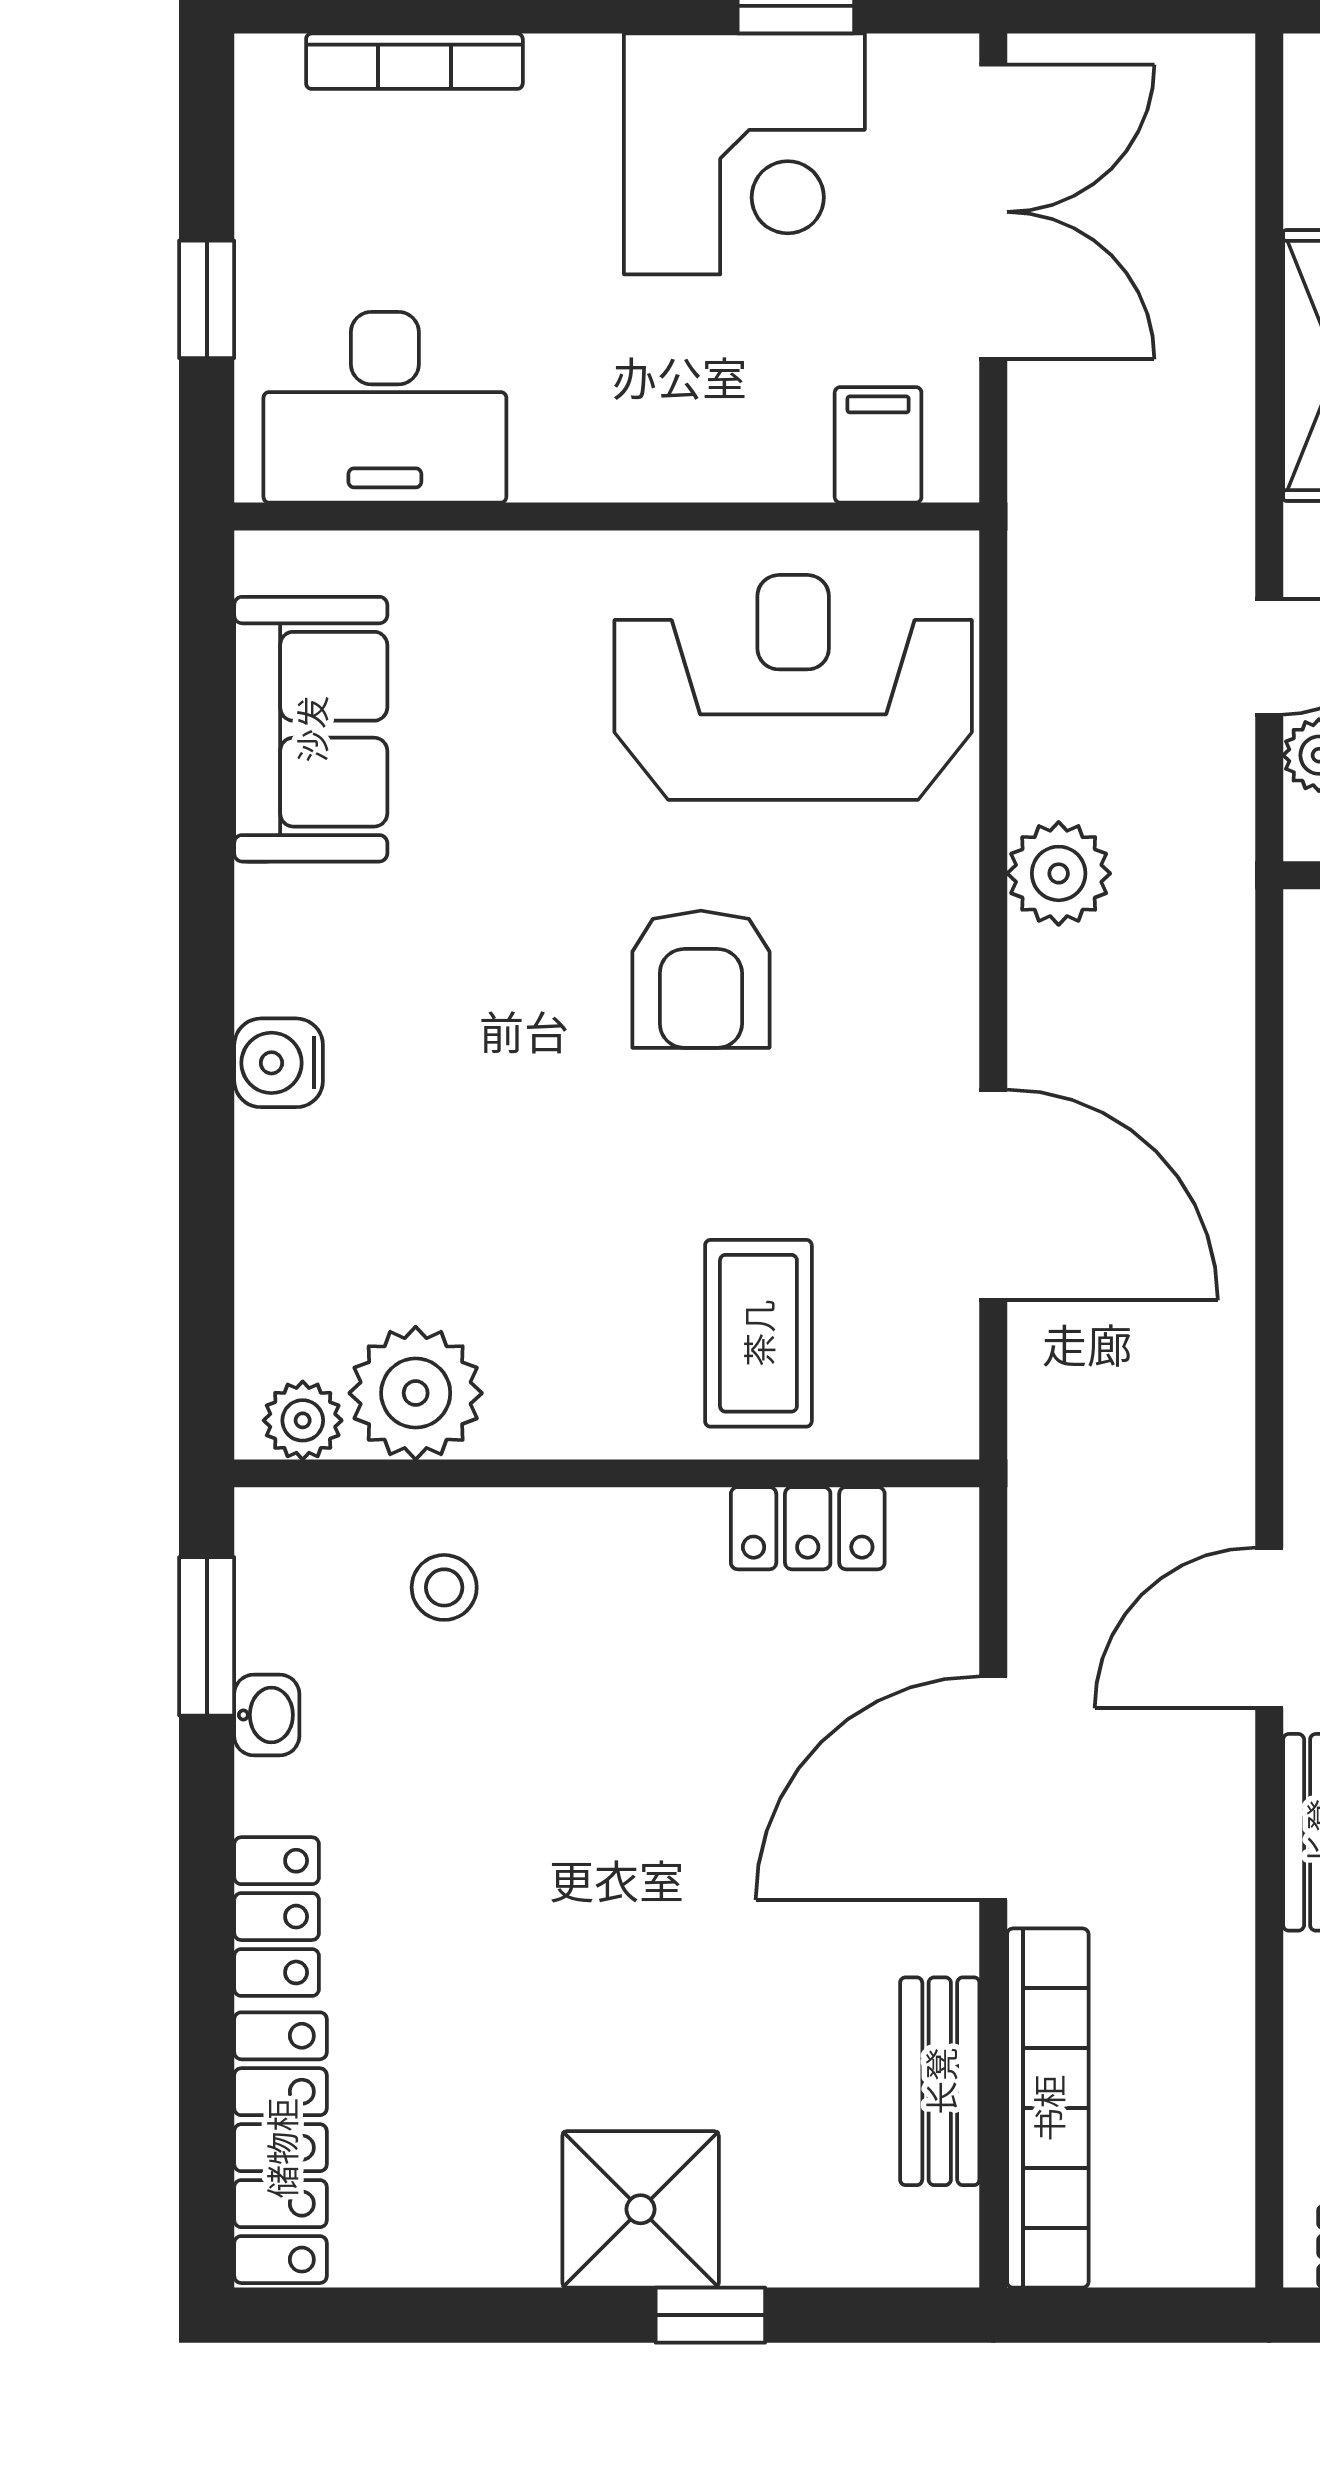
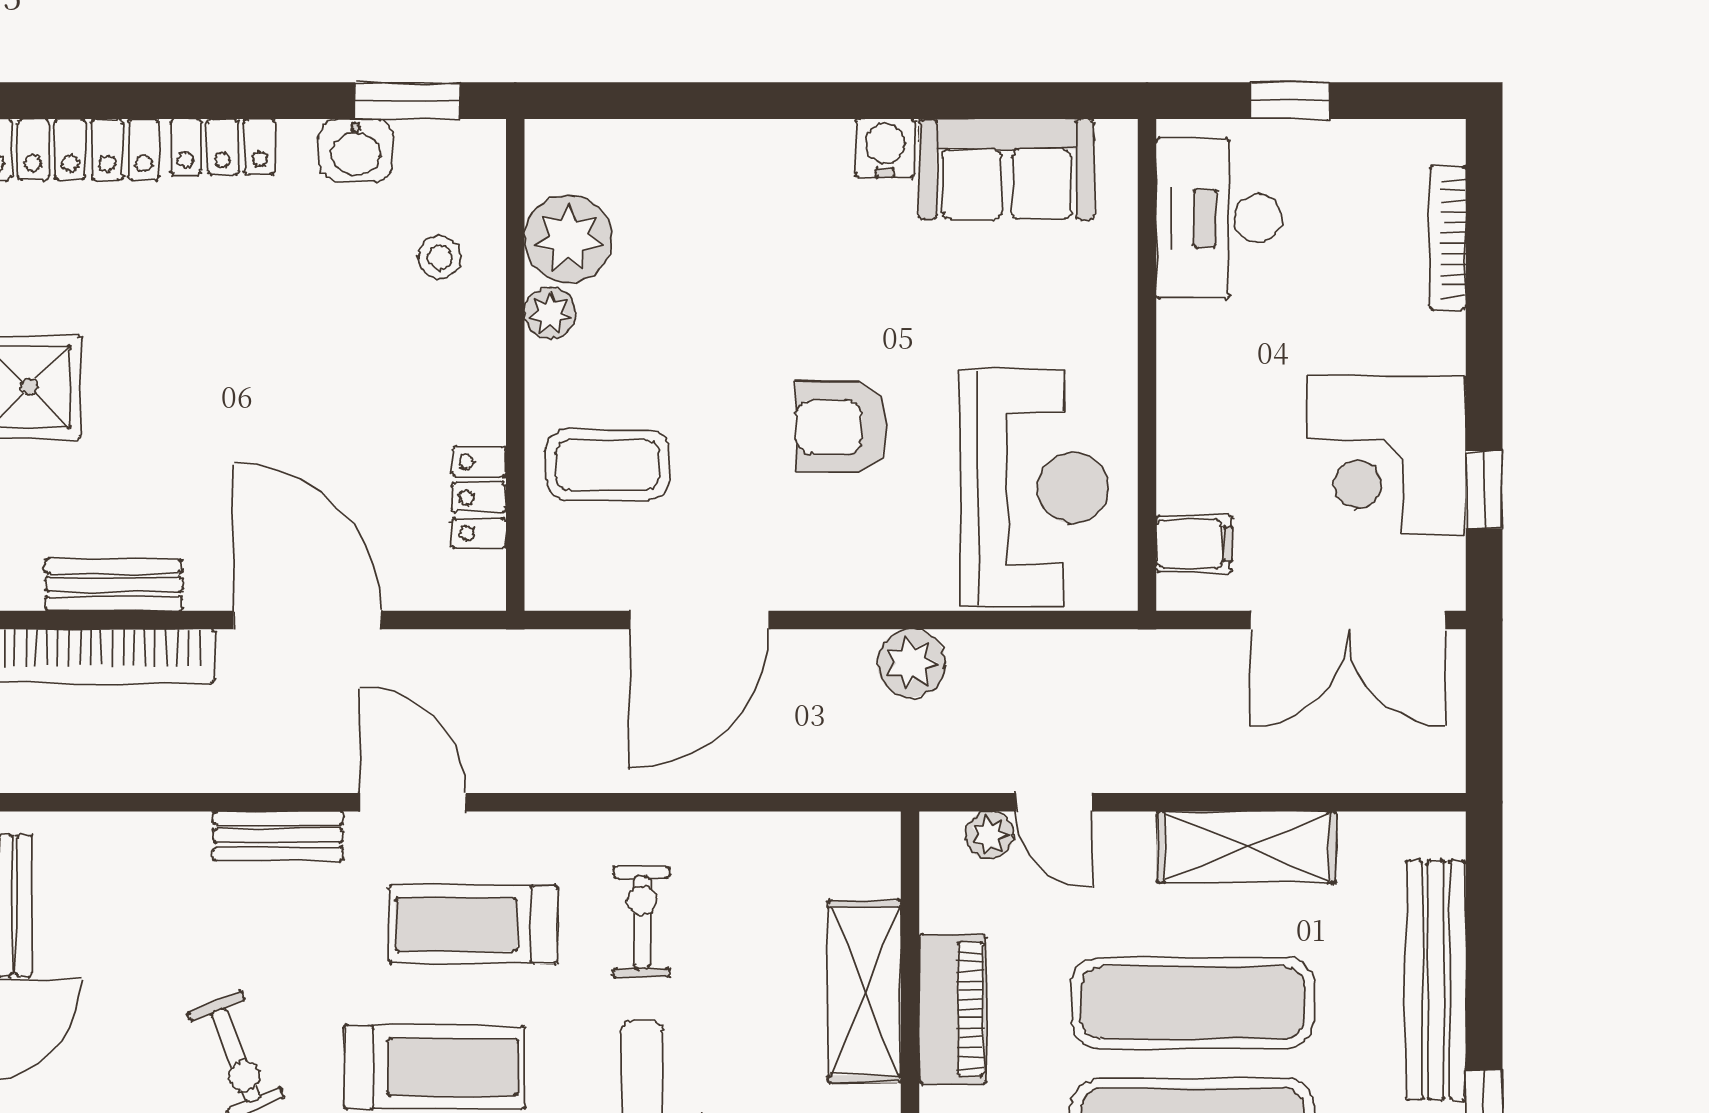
water cooler: (279, 1063) -> (885, 148), moved
plant: (303, 1420) -> (550, 313), moved
washbasin: (267, 1715) -> (356, 150), width x1.38, depth x1.45

